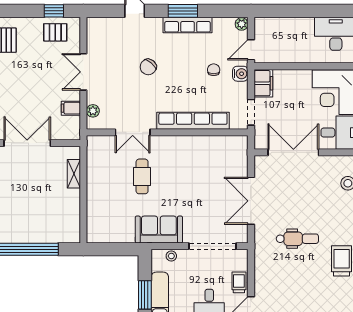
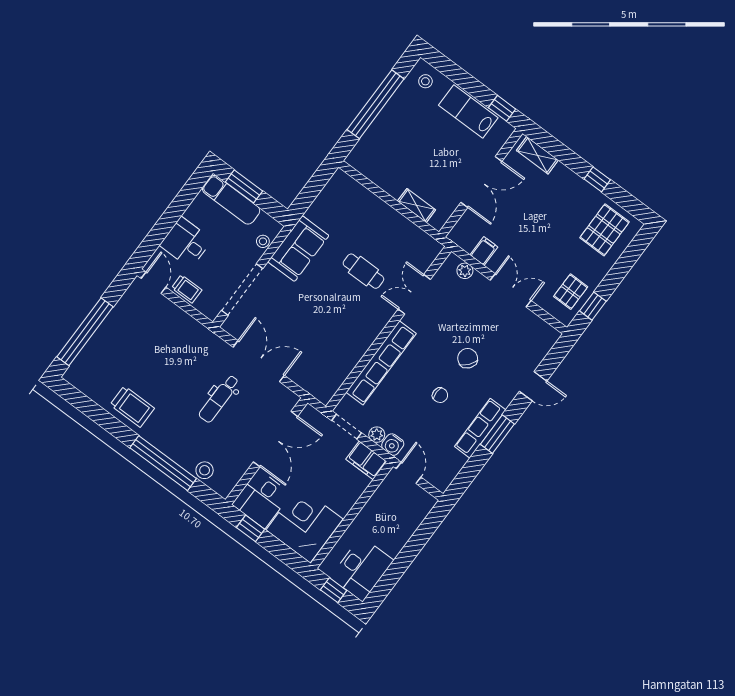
plant: (242, 24) -> (377, 435), moved
chair: (214, 70) -> (440, 395), moved
dental chair: (297, 239) -> (219, 399), moved

